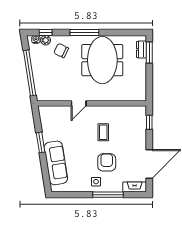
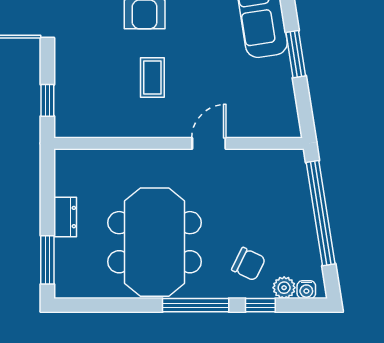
window: (46, 33) -> (260, 305), moved
dresser: (141, 49) -> (65, 217), moved

